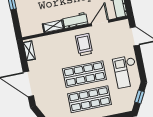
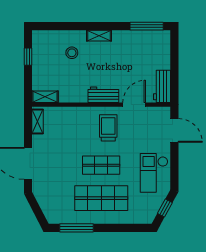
shelving: (53, 26) -> (45, 97), moved
shop shelf: (84, 74) -> (101, 165), width x0.70, depth x0.74

